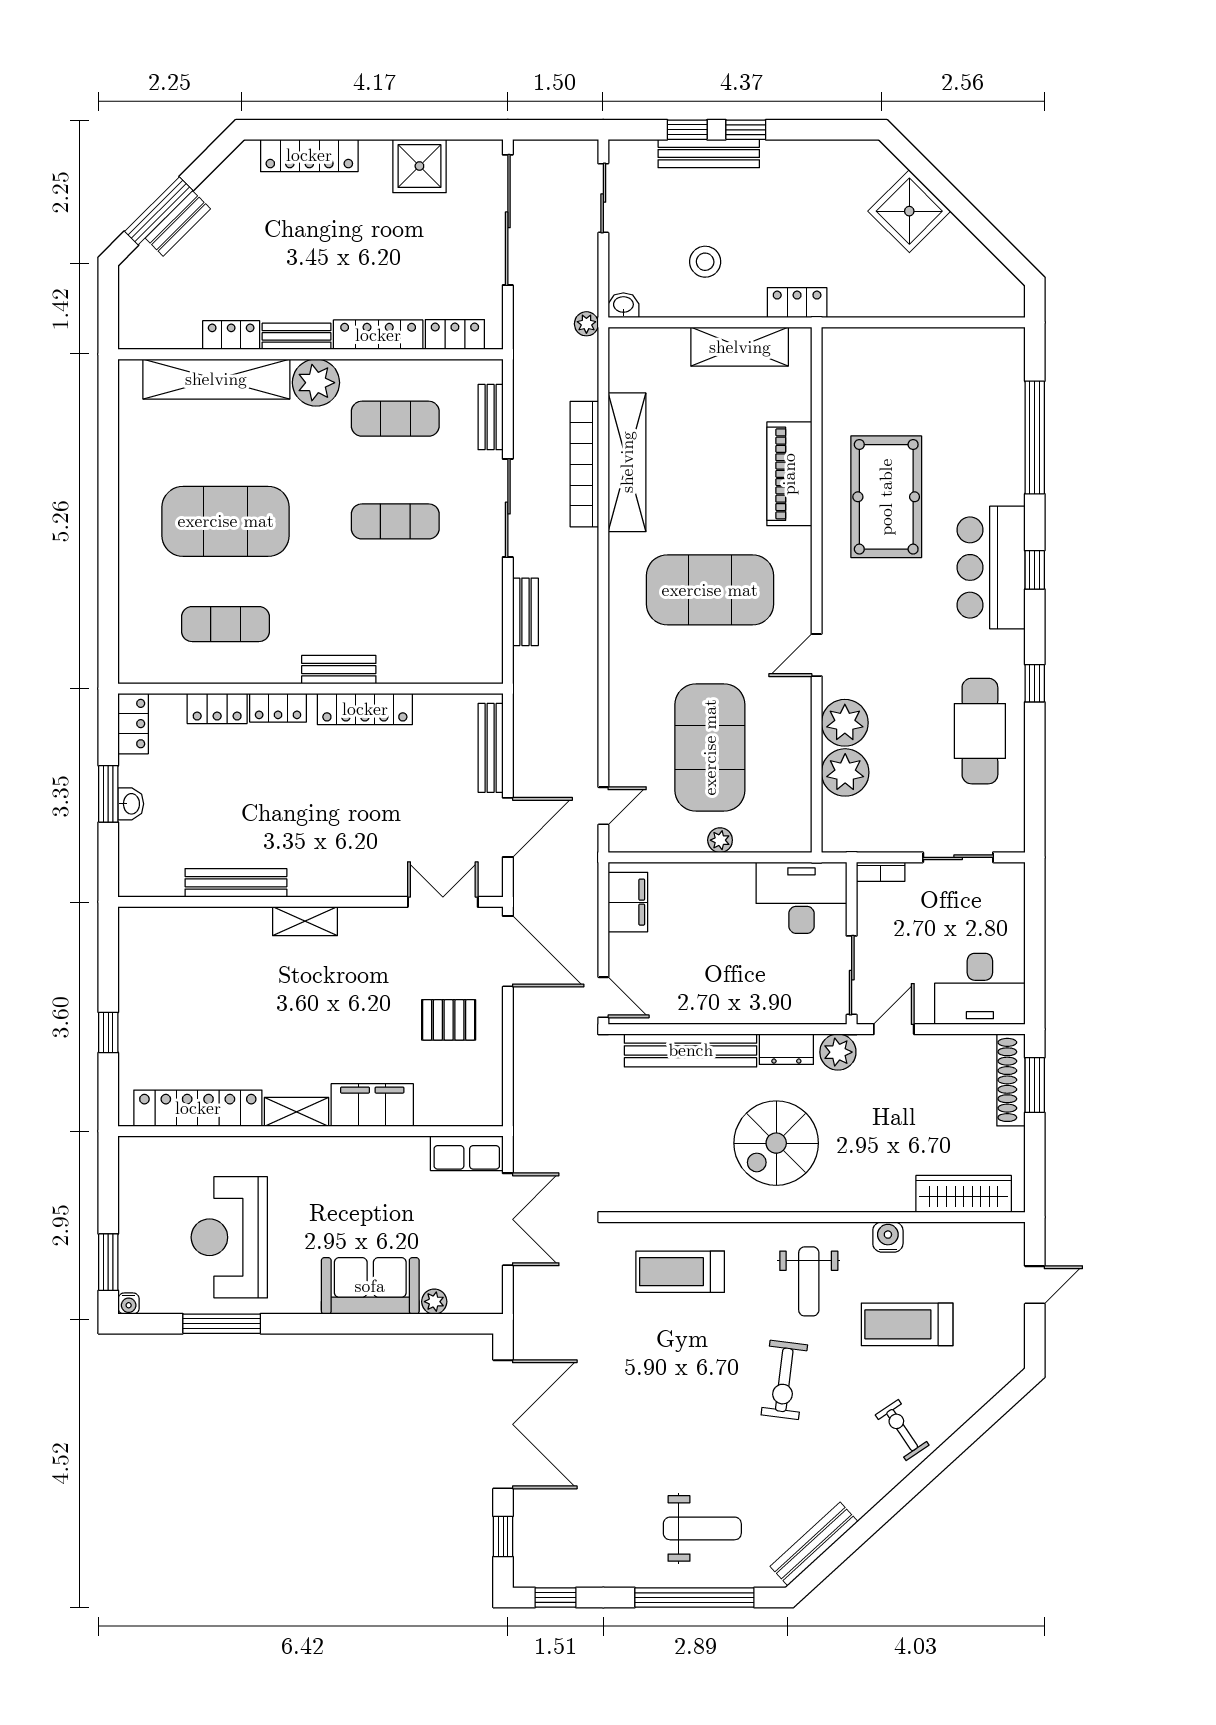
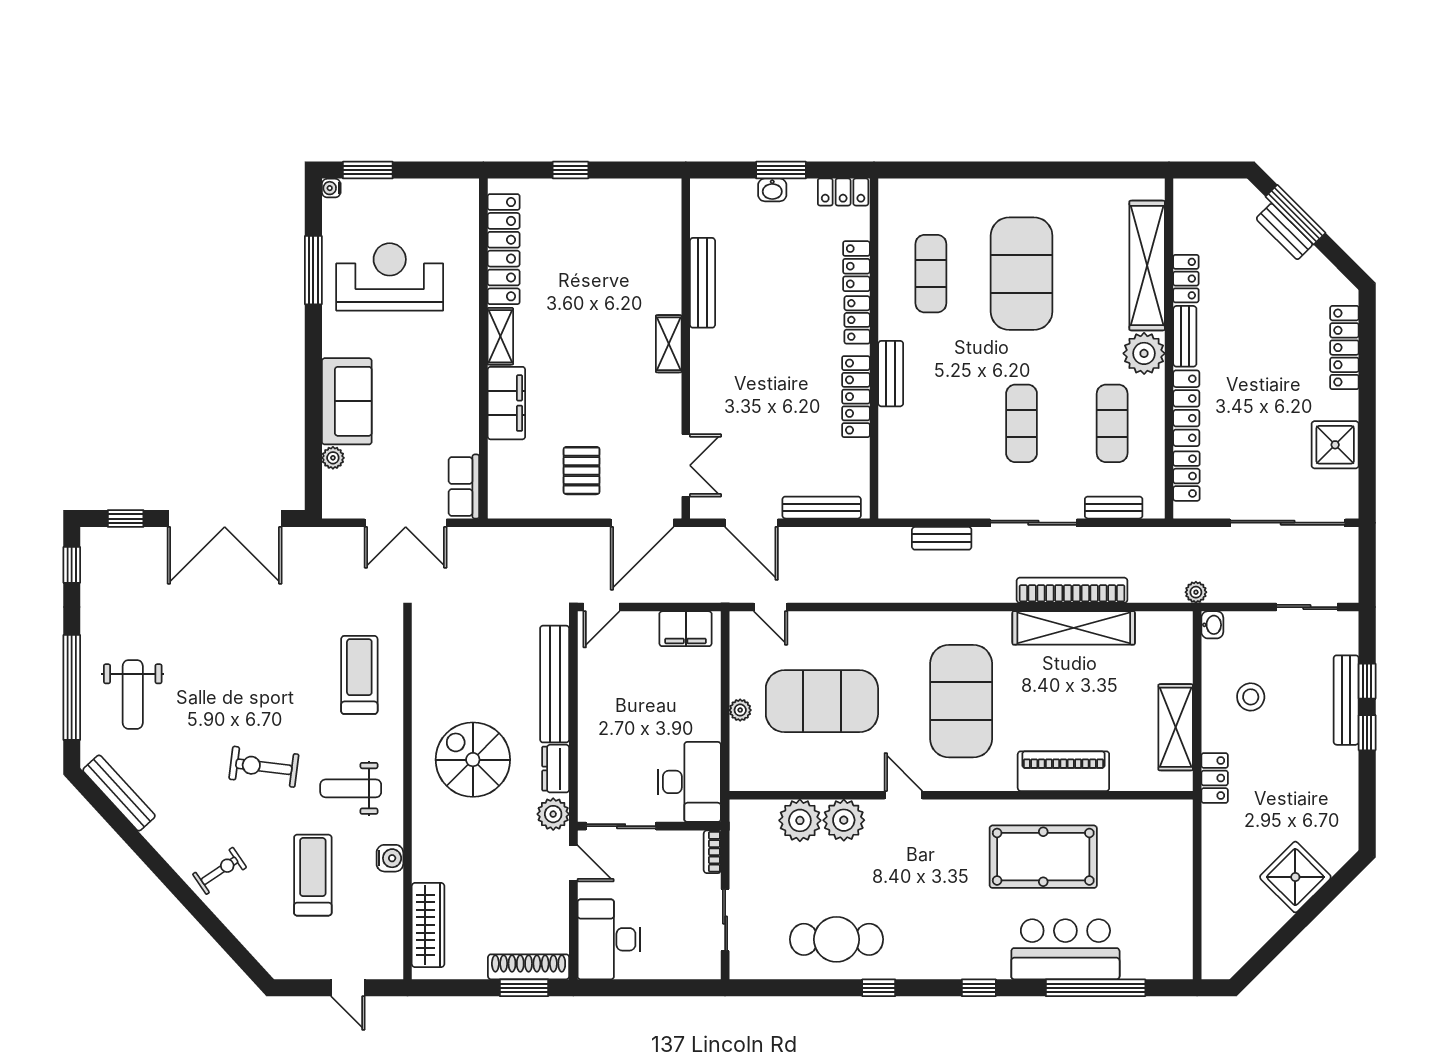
bar counter: (991, 567) -> (1065, 949), moved

